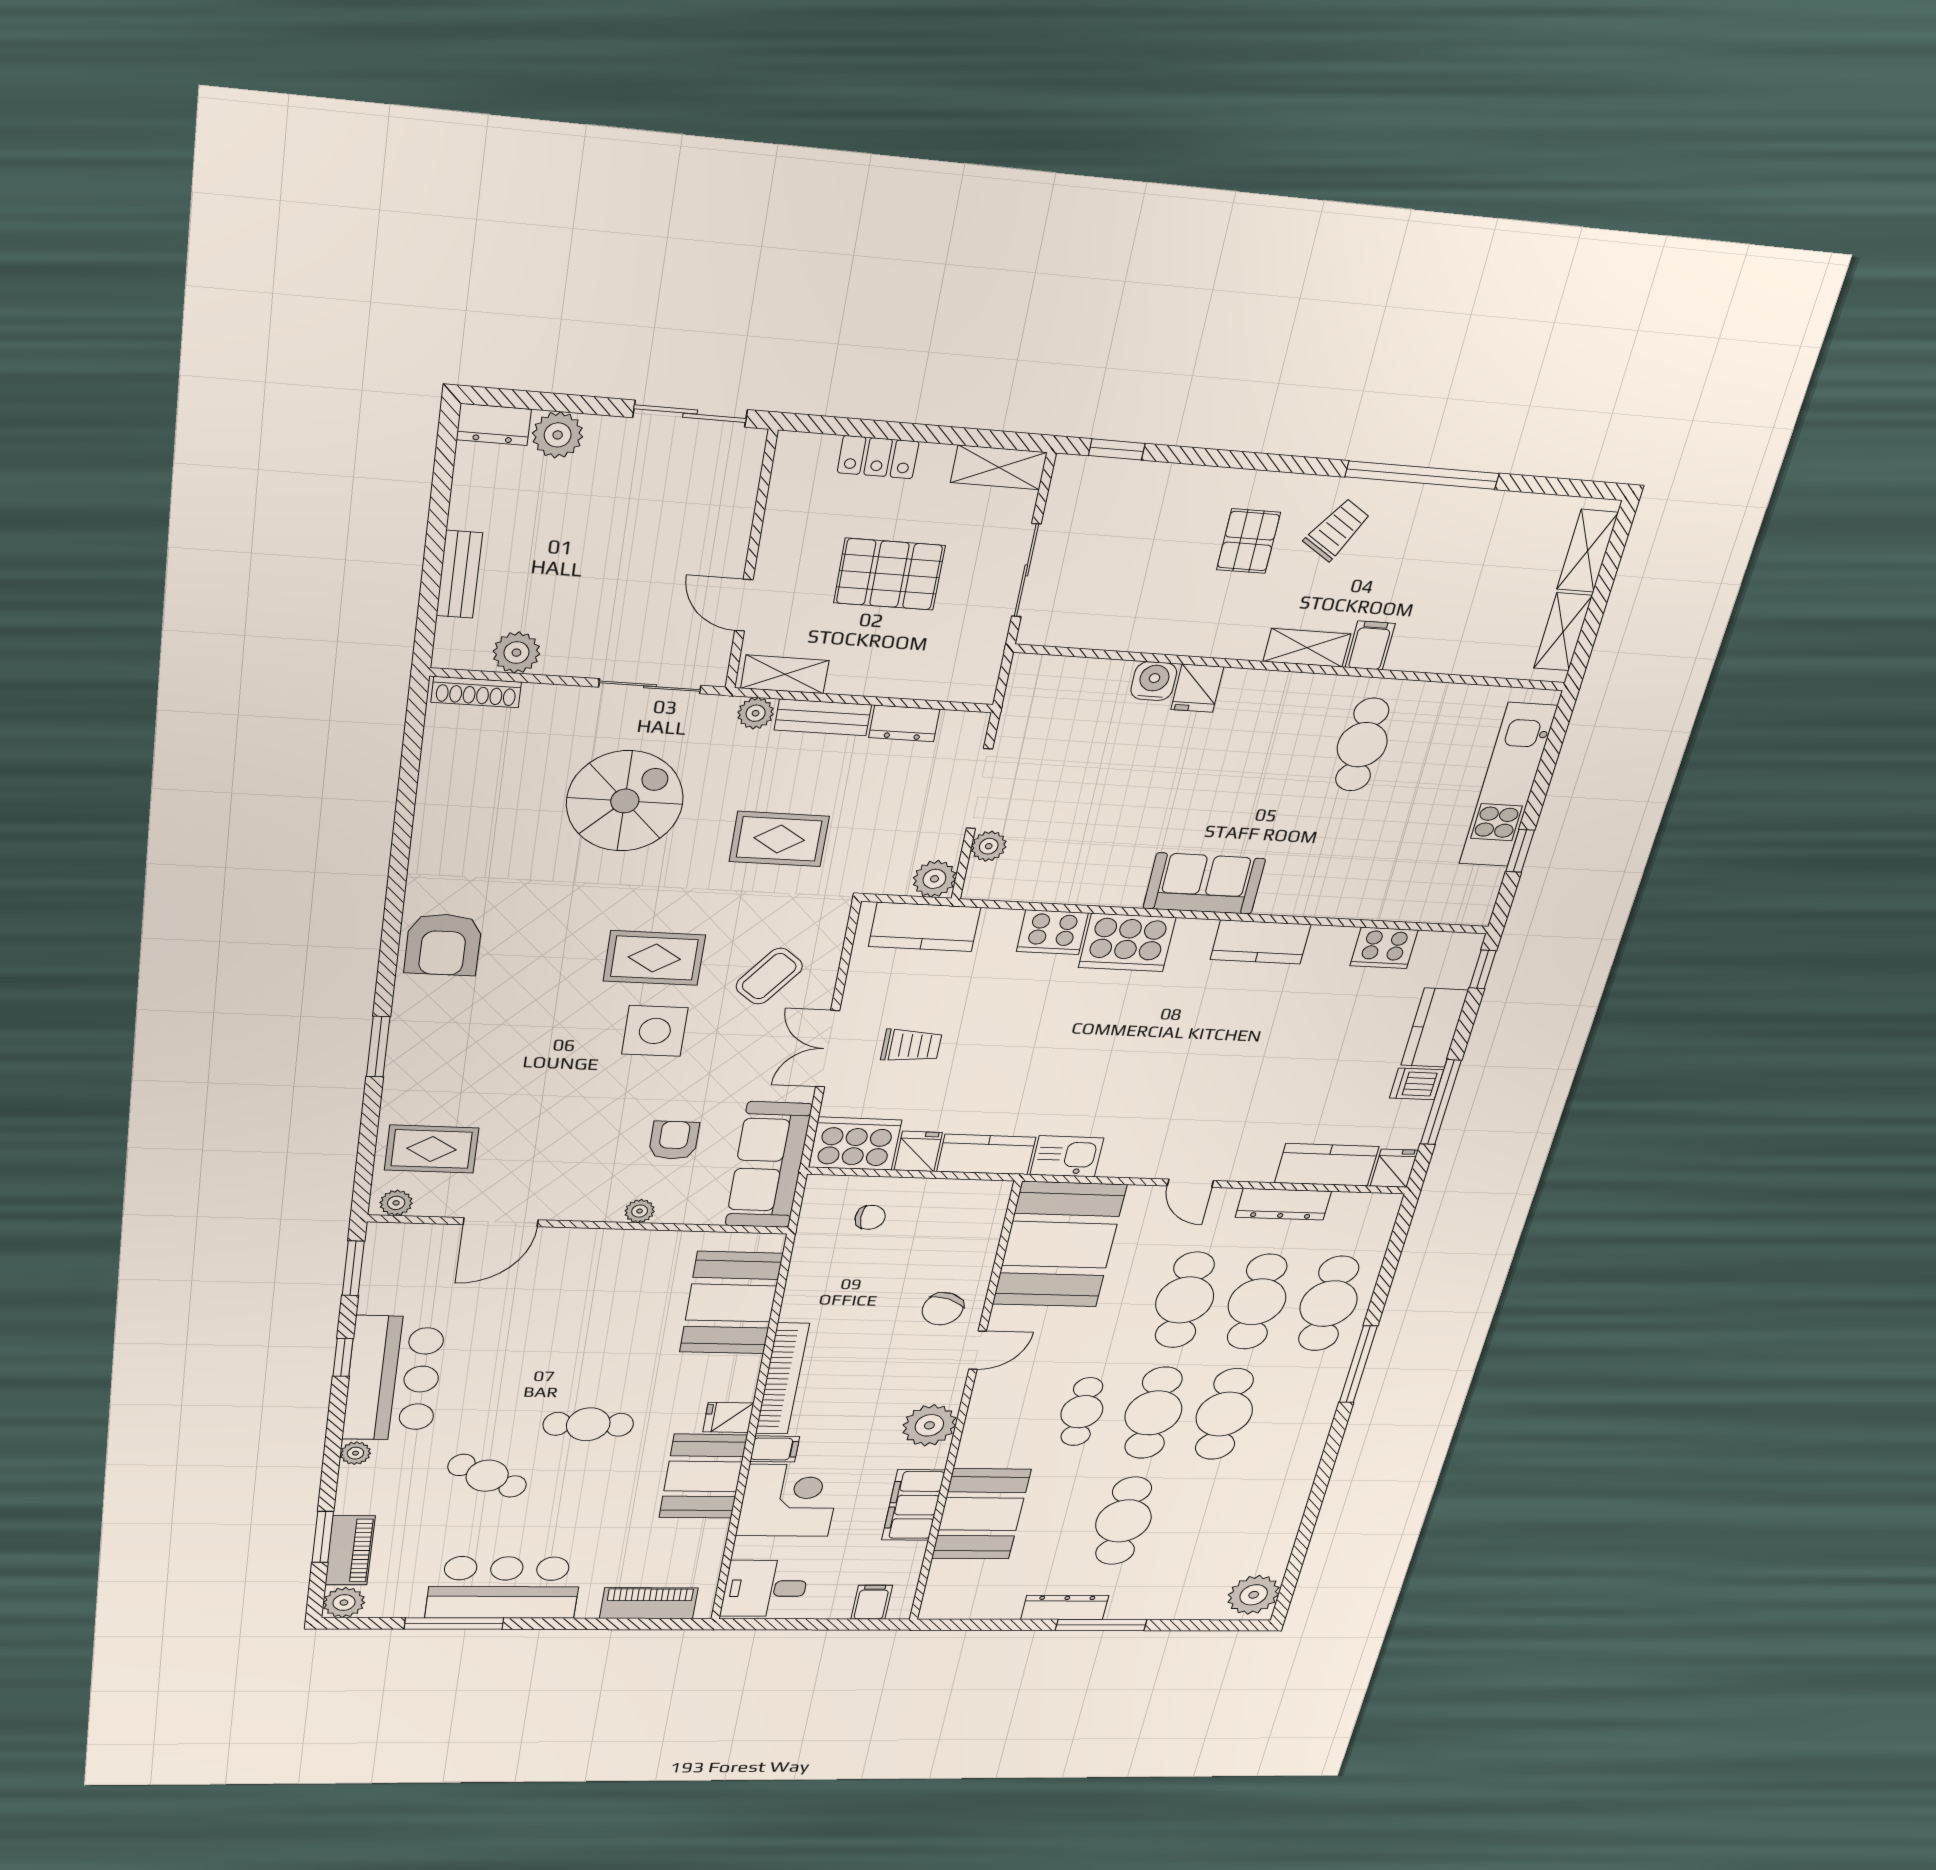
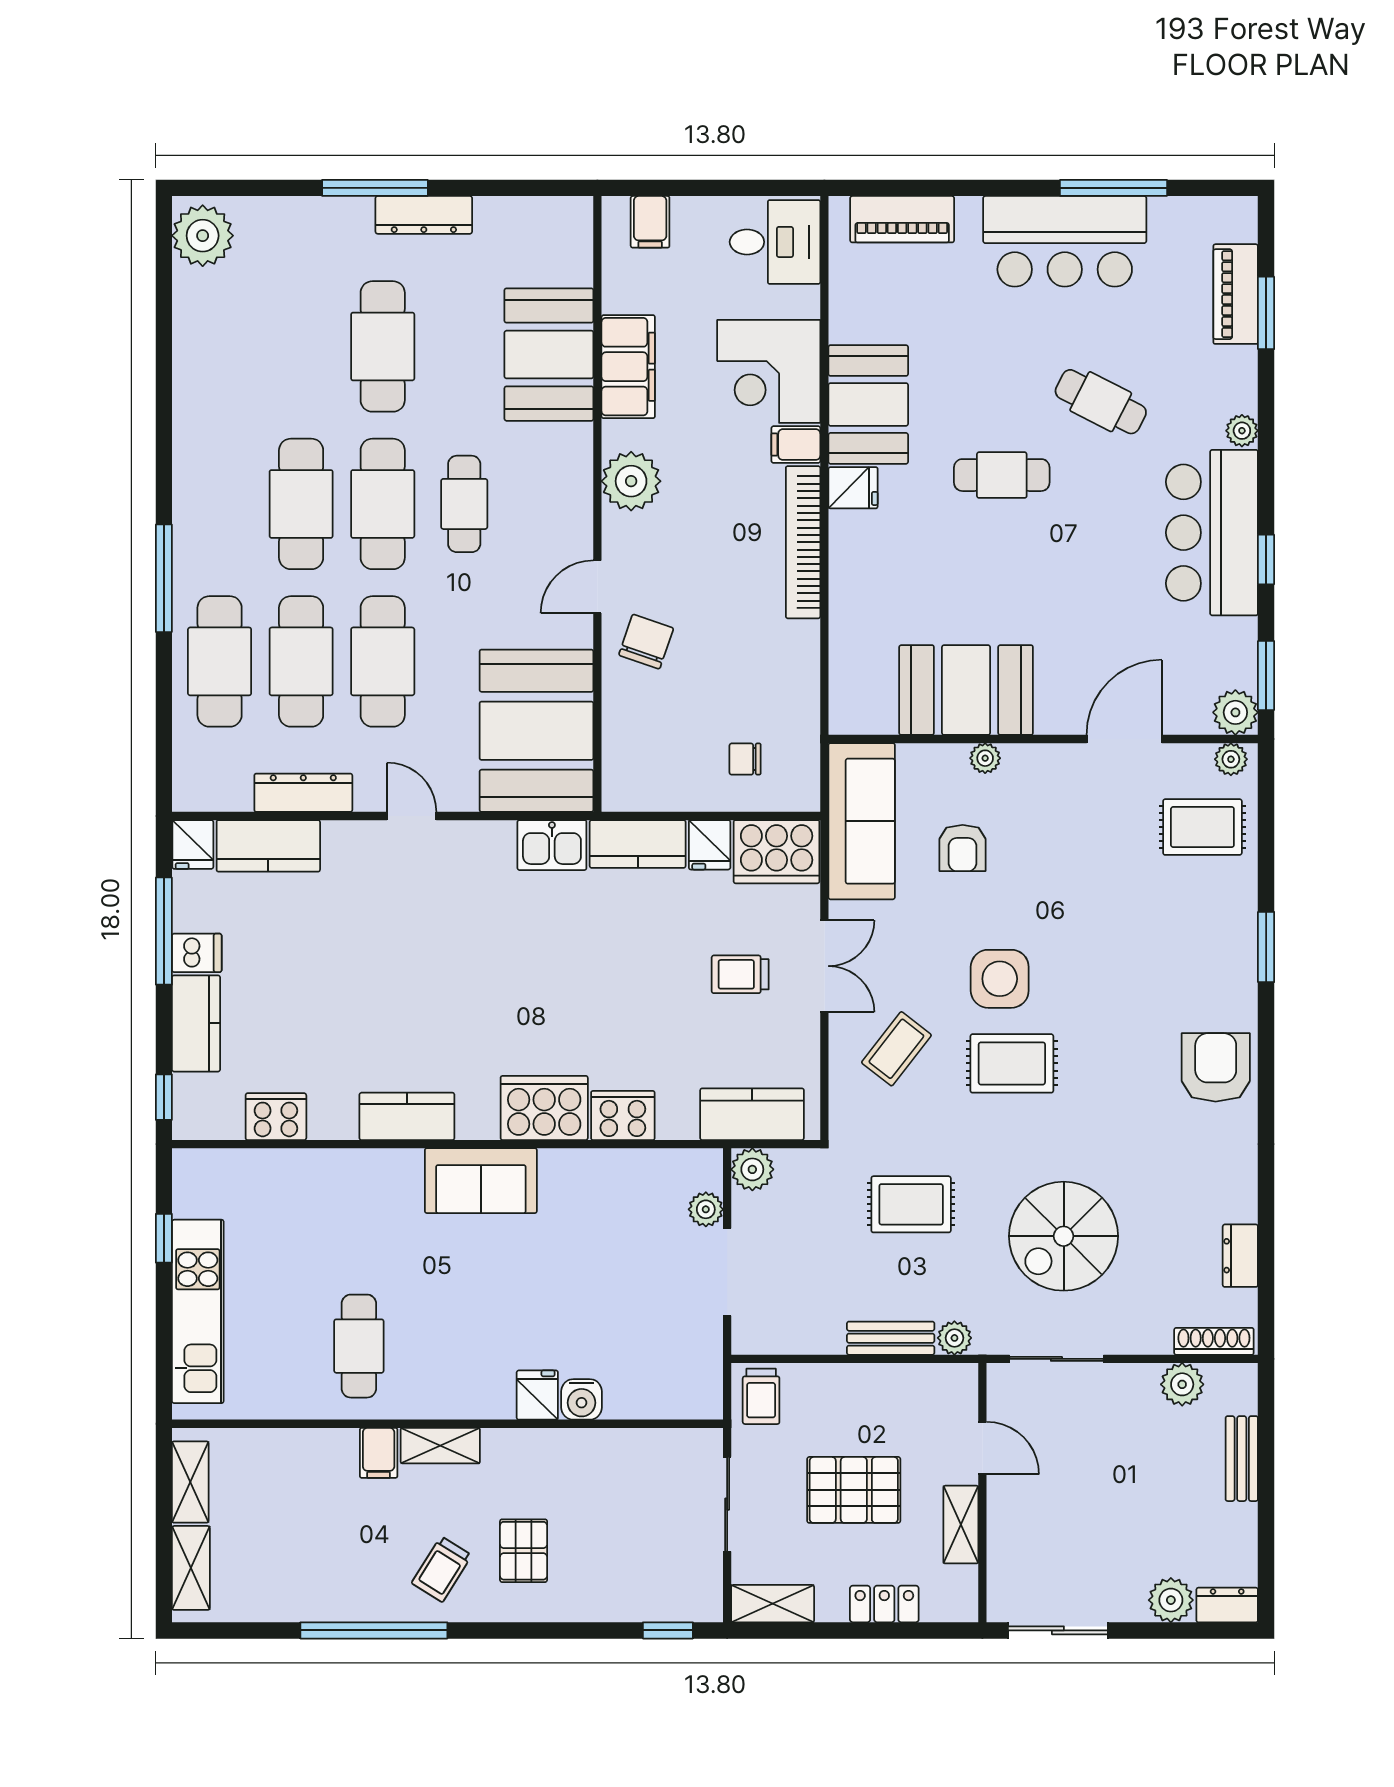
trolley: (969, 672) -> (761, 1396), added
shelving: (785, 674) -> (961, 1525), moved, turned 90
dresser: (904, 723) -> (1240, 1256), moved, turned -90
booth: (731, 1303) -> (966, 690), moved, turned 90
plant: (344, 1603) -> (1235, 712), moved

